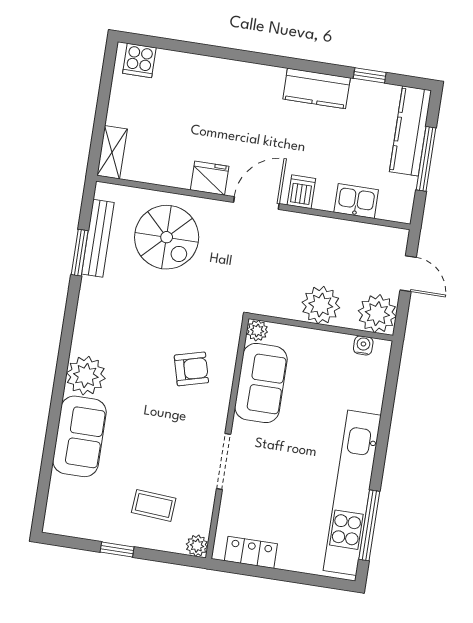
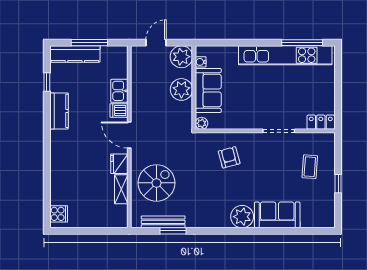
shelving: (112, 152) -> (121, 189), moved, turned 90
kitchen sink: (356, 201) -> (119, 91), moved
sofa: (261, 383) -> (208, 91), moved, turned 90
plant: (197, 546) -> (329, 139), removed
locker: (251, 552) -> (321, 122), moved, turned 90

